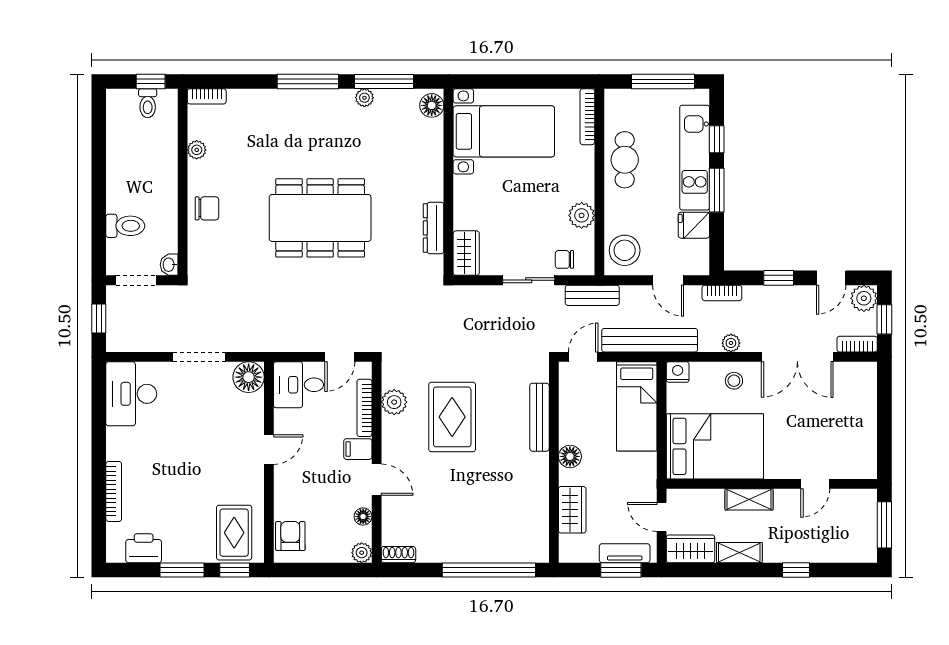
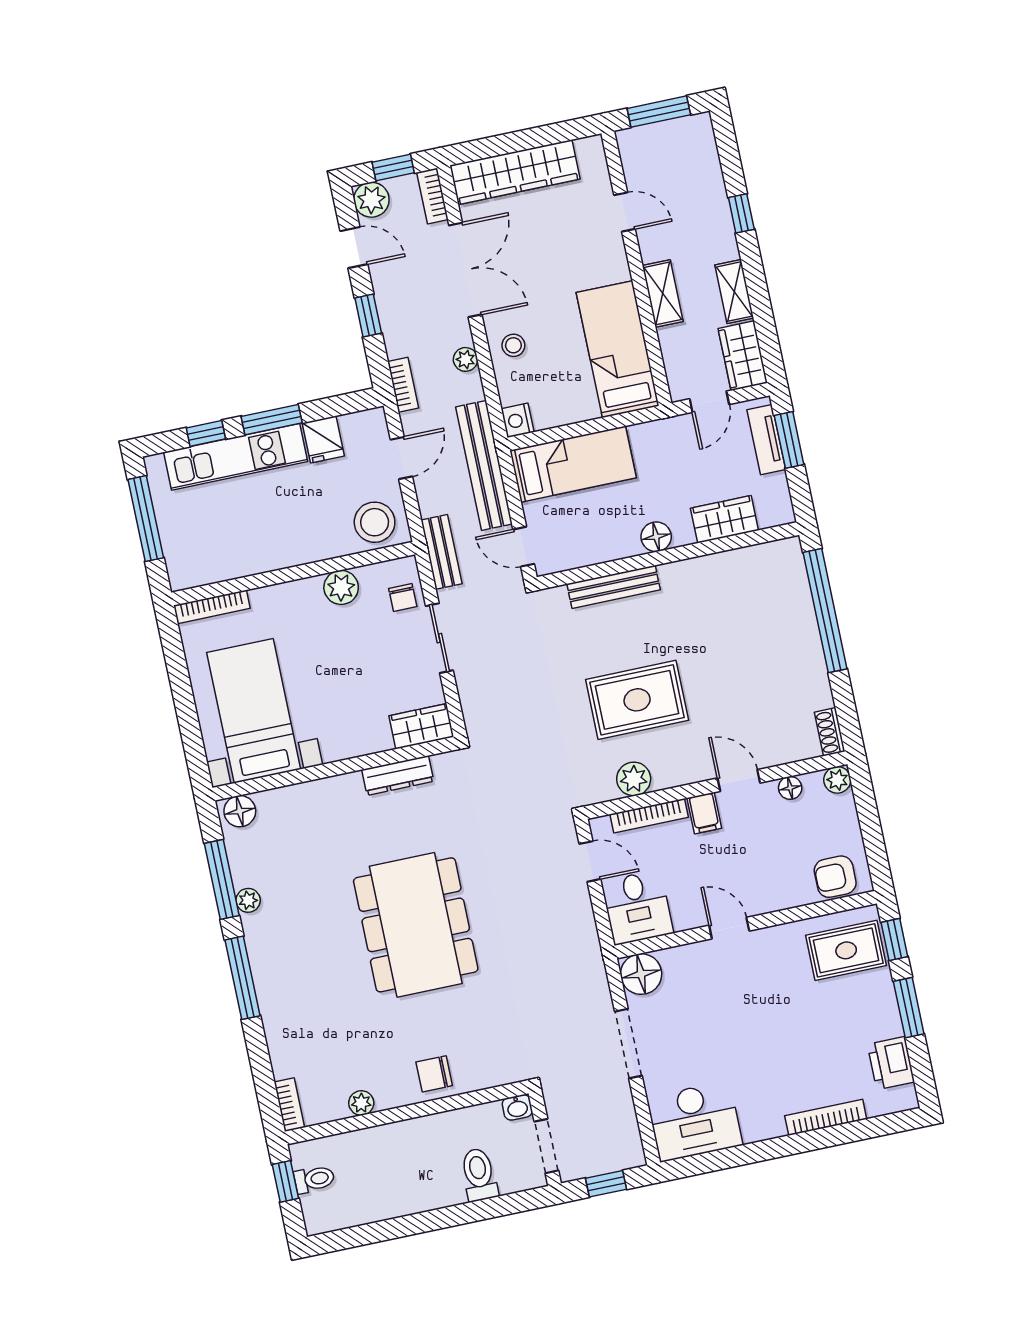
cafe table: (625, 160) -> (257, 547), removed
chair: (207, 208) -> (434, 1074), turned -90
wardrobe: (862, 409) -> (515, 172), added
bed: (715, 446) -> (618, 349), width x0.67
door: (377, 480) -> (739, 780), hinge flipped

